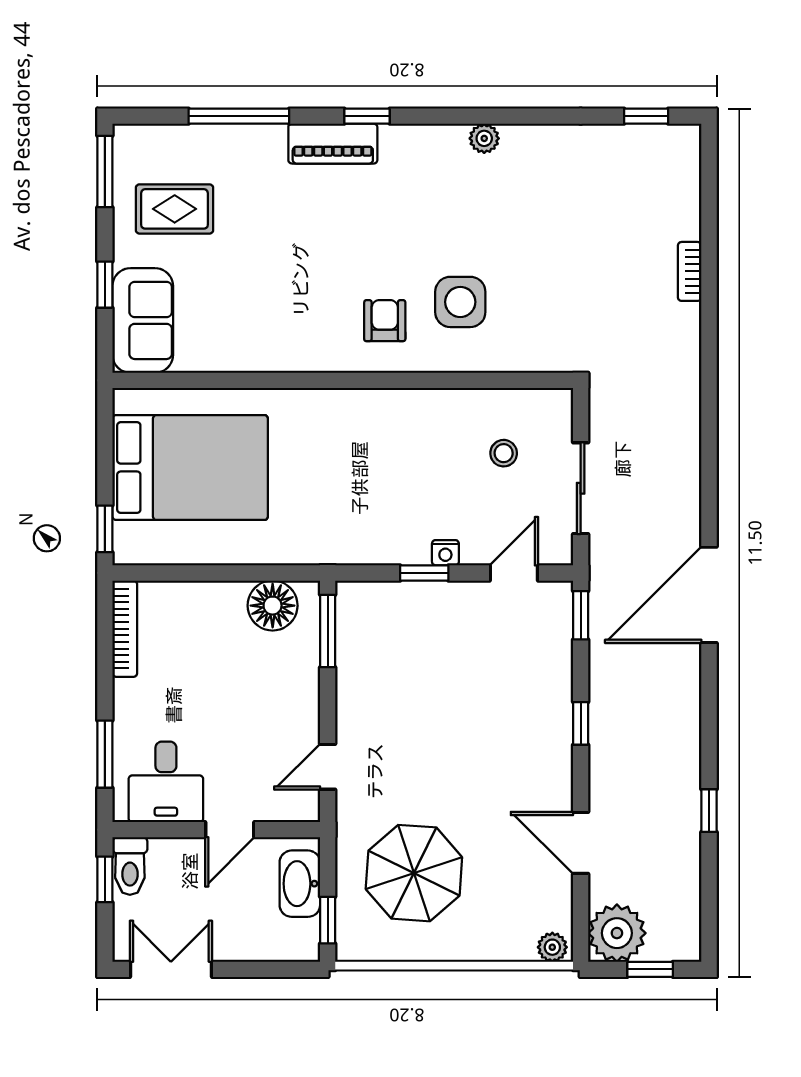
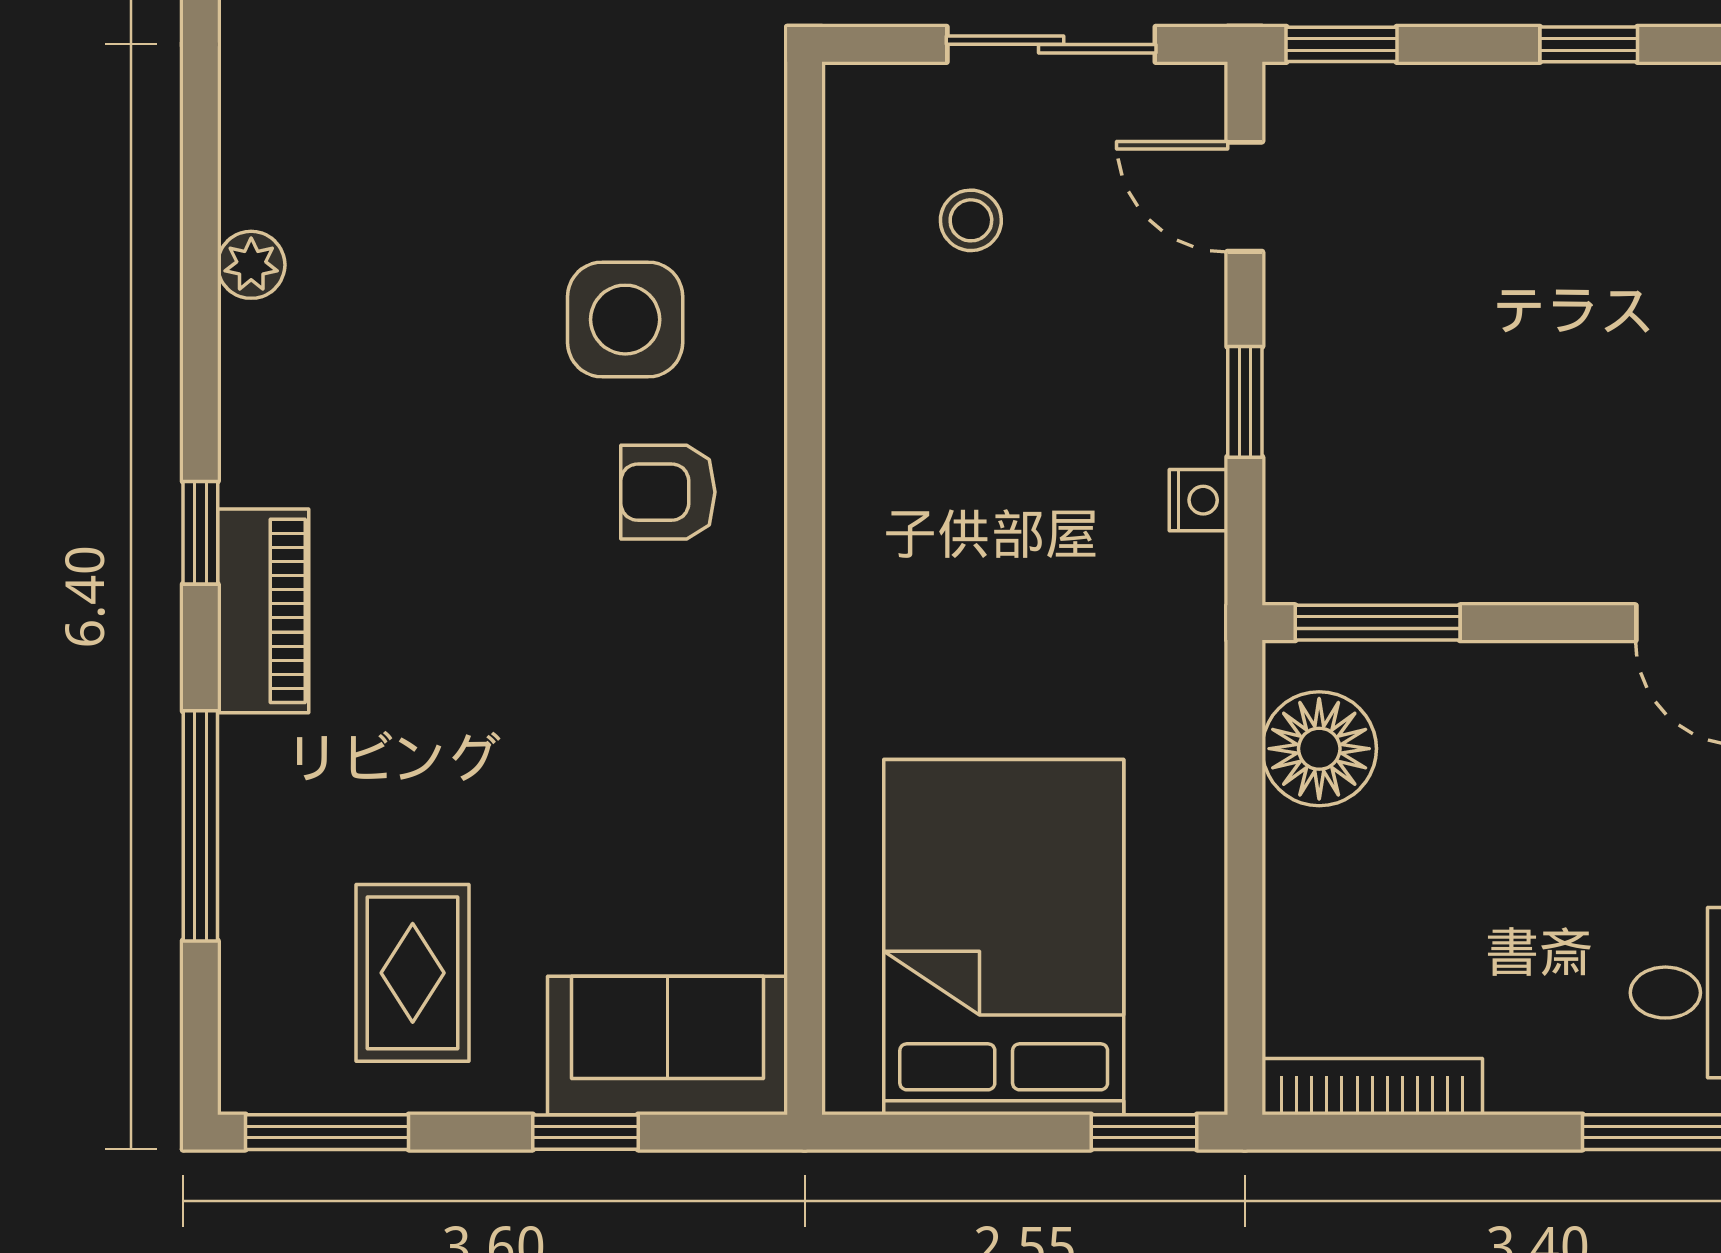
nightstand: (445, 553) -> (1199, 500), moved

